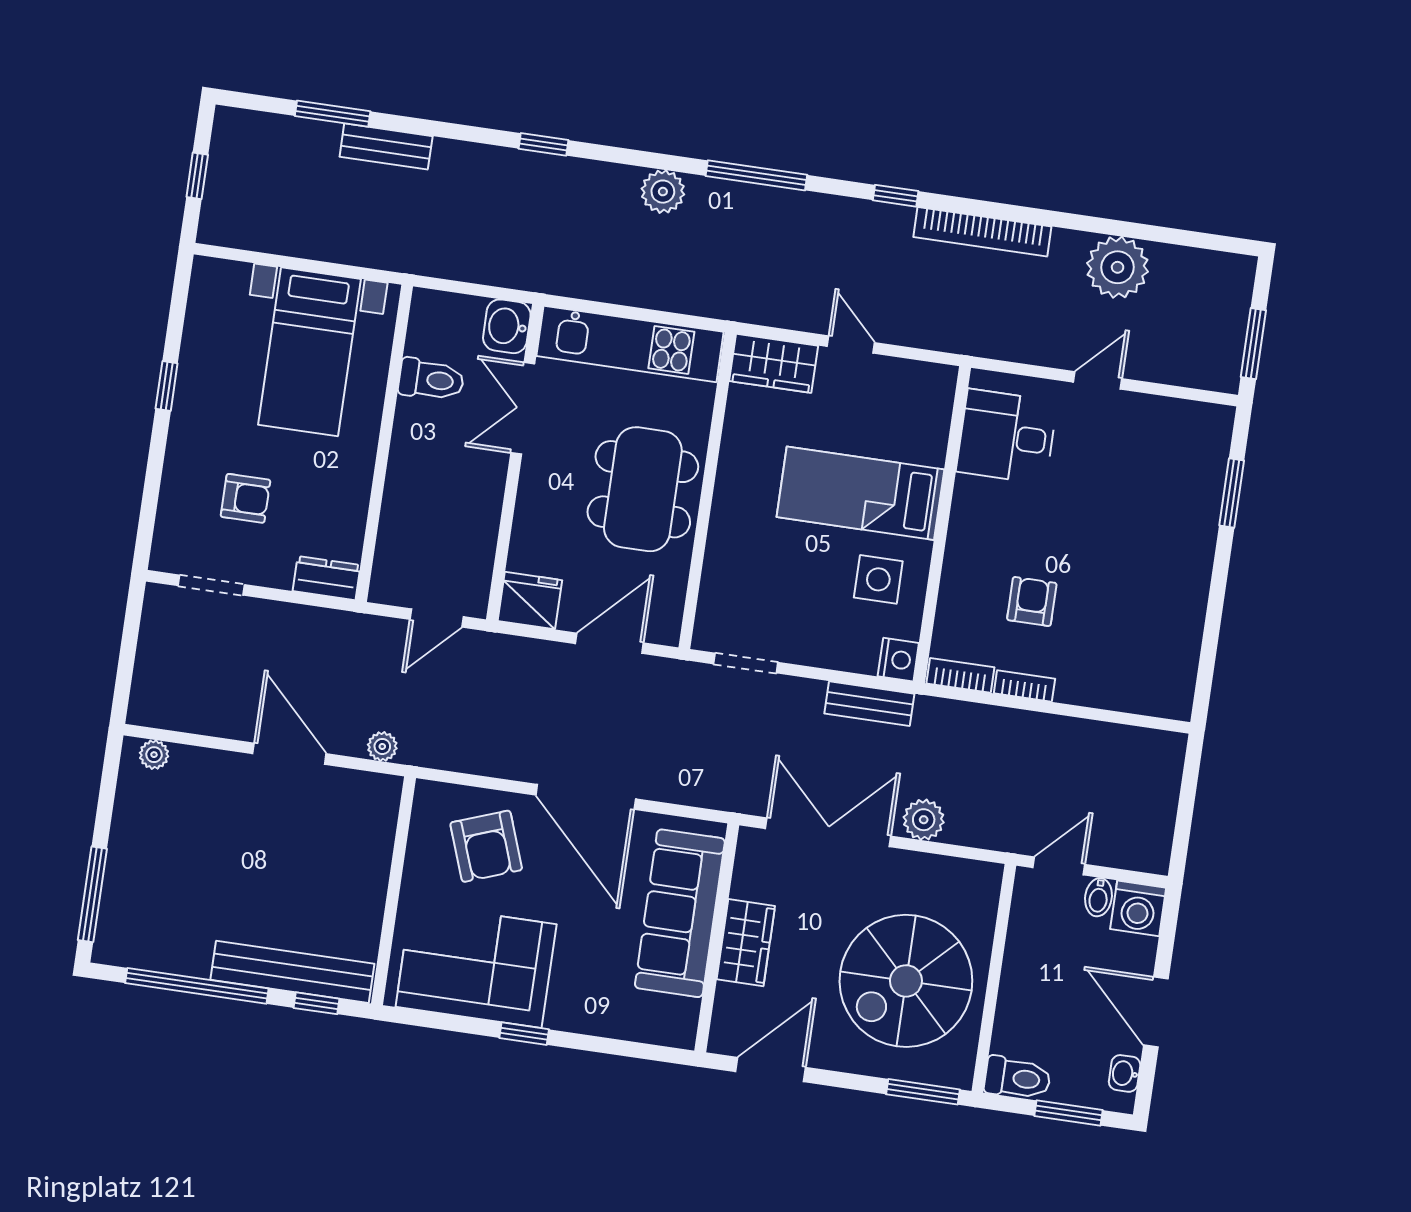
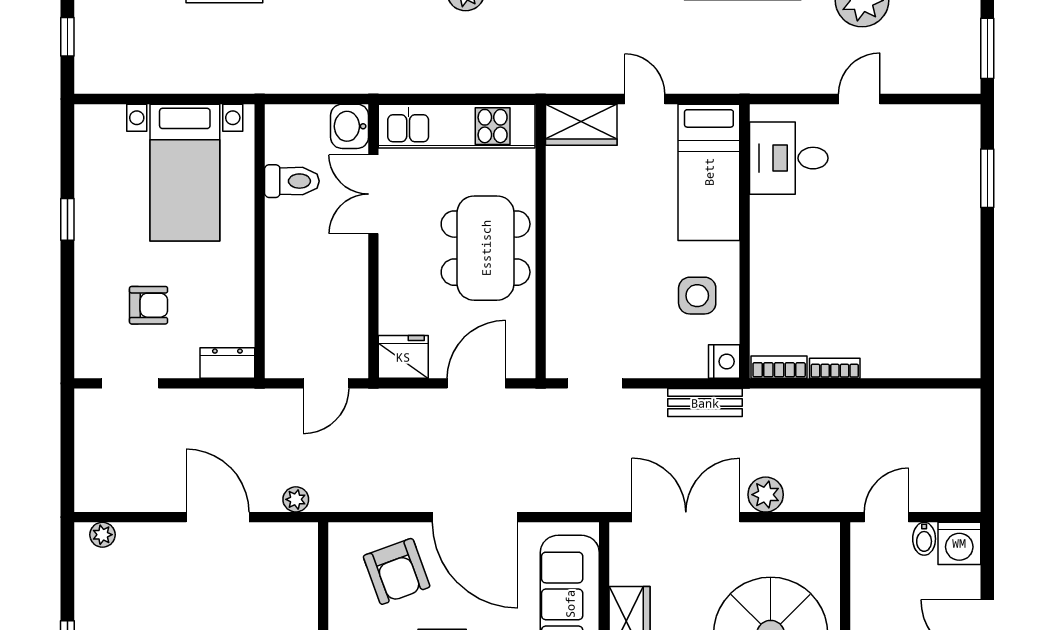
bed: (860, 493) -> (709, 172), moved, turned -90
armchair: (1032, 601) -> (831, 295), removed

